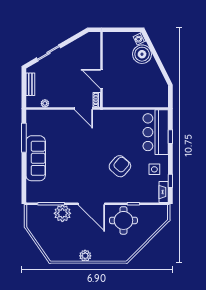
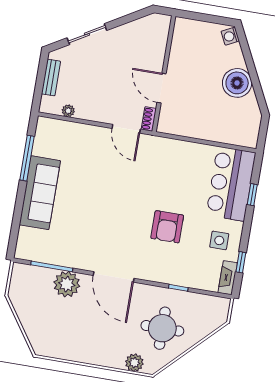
boiler: (142, 54) -> (237, 83), moved
armchair: (120, 166) -> (167, 227), turned 139
round table: (123, 220) -> (162, 328), moved
plant: (85, 256) -> (134, 363), moved

